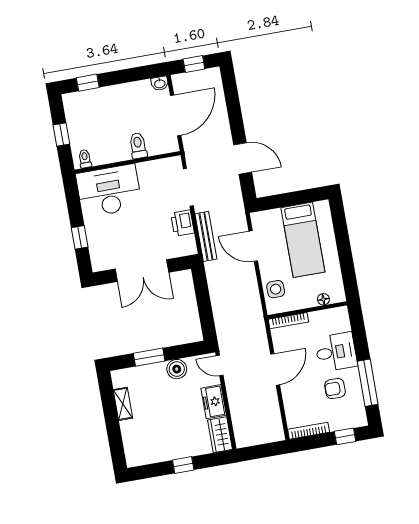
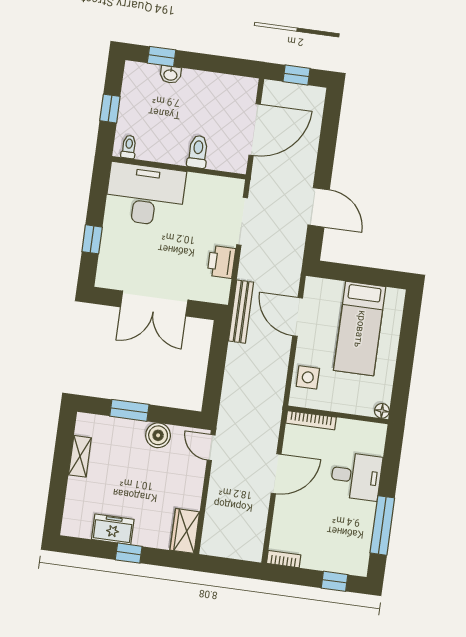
washbasin: (160, 83) -> (170, 75), moved
bench: (206, 236) -> (241, 312), moved
floor lamp: (323, 299) -> (382, 411), moved
armchair: (335, 389) -> (341, 520), removed
freezer: (214, 402) -> (113, 529), moved, turned 90
bookcase: (309, 431) -> (284, 559), width x0.64

